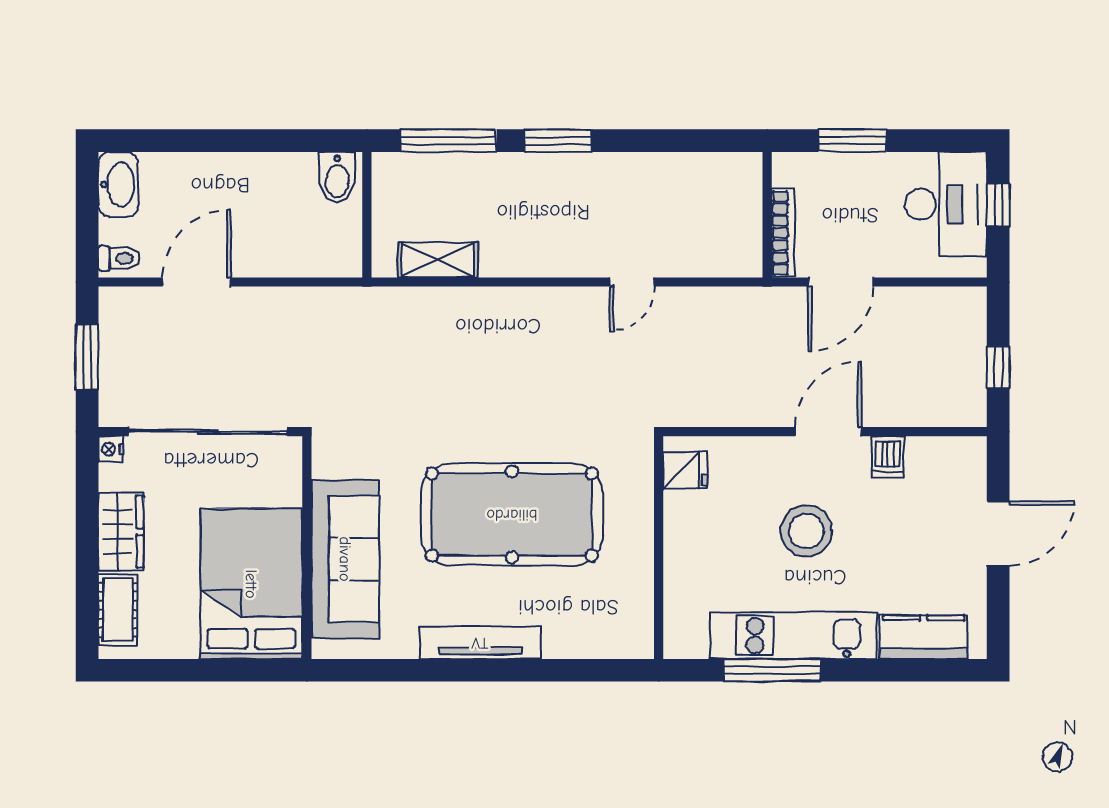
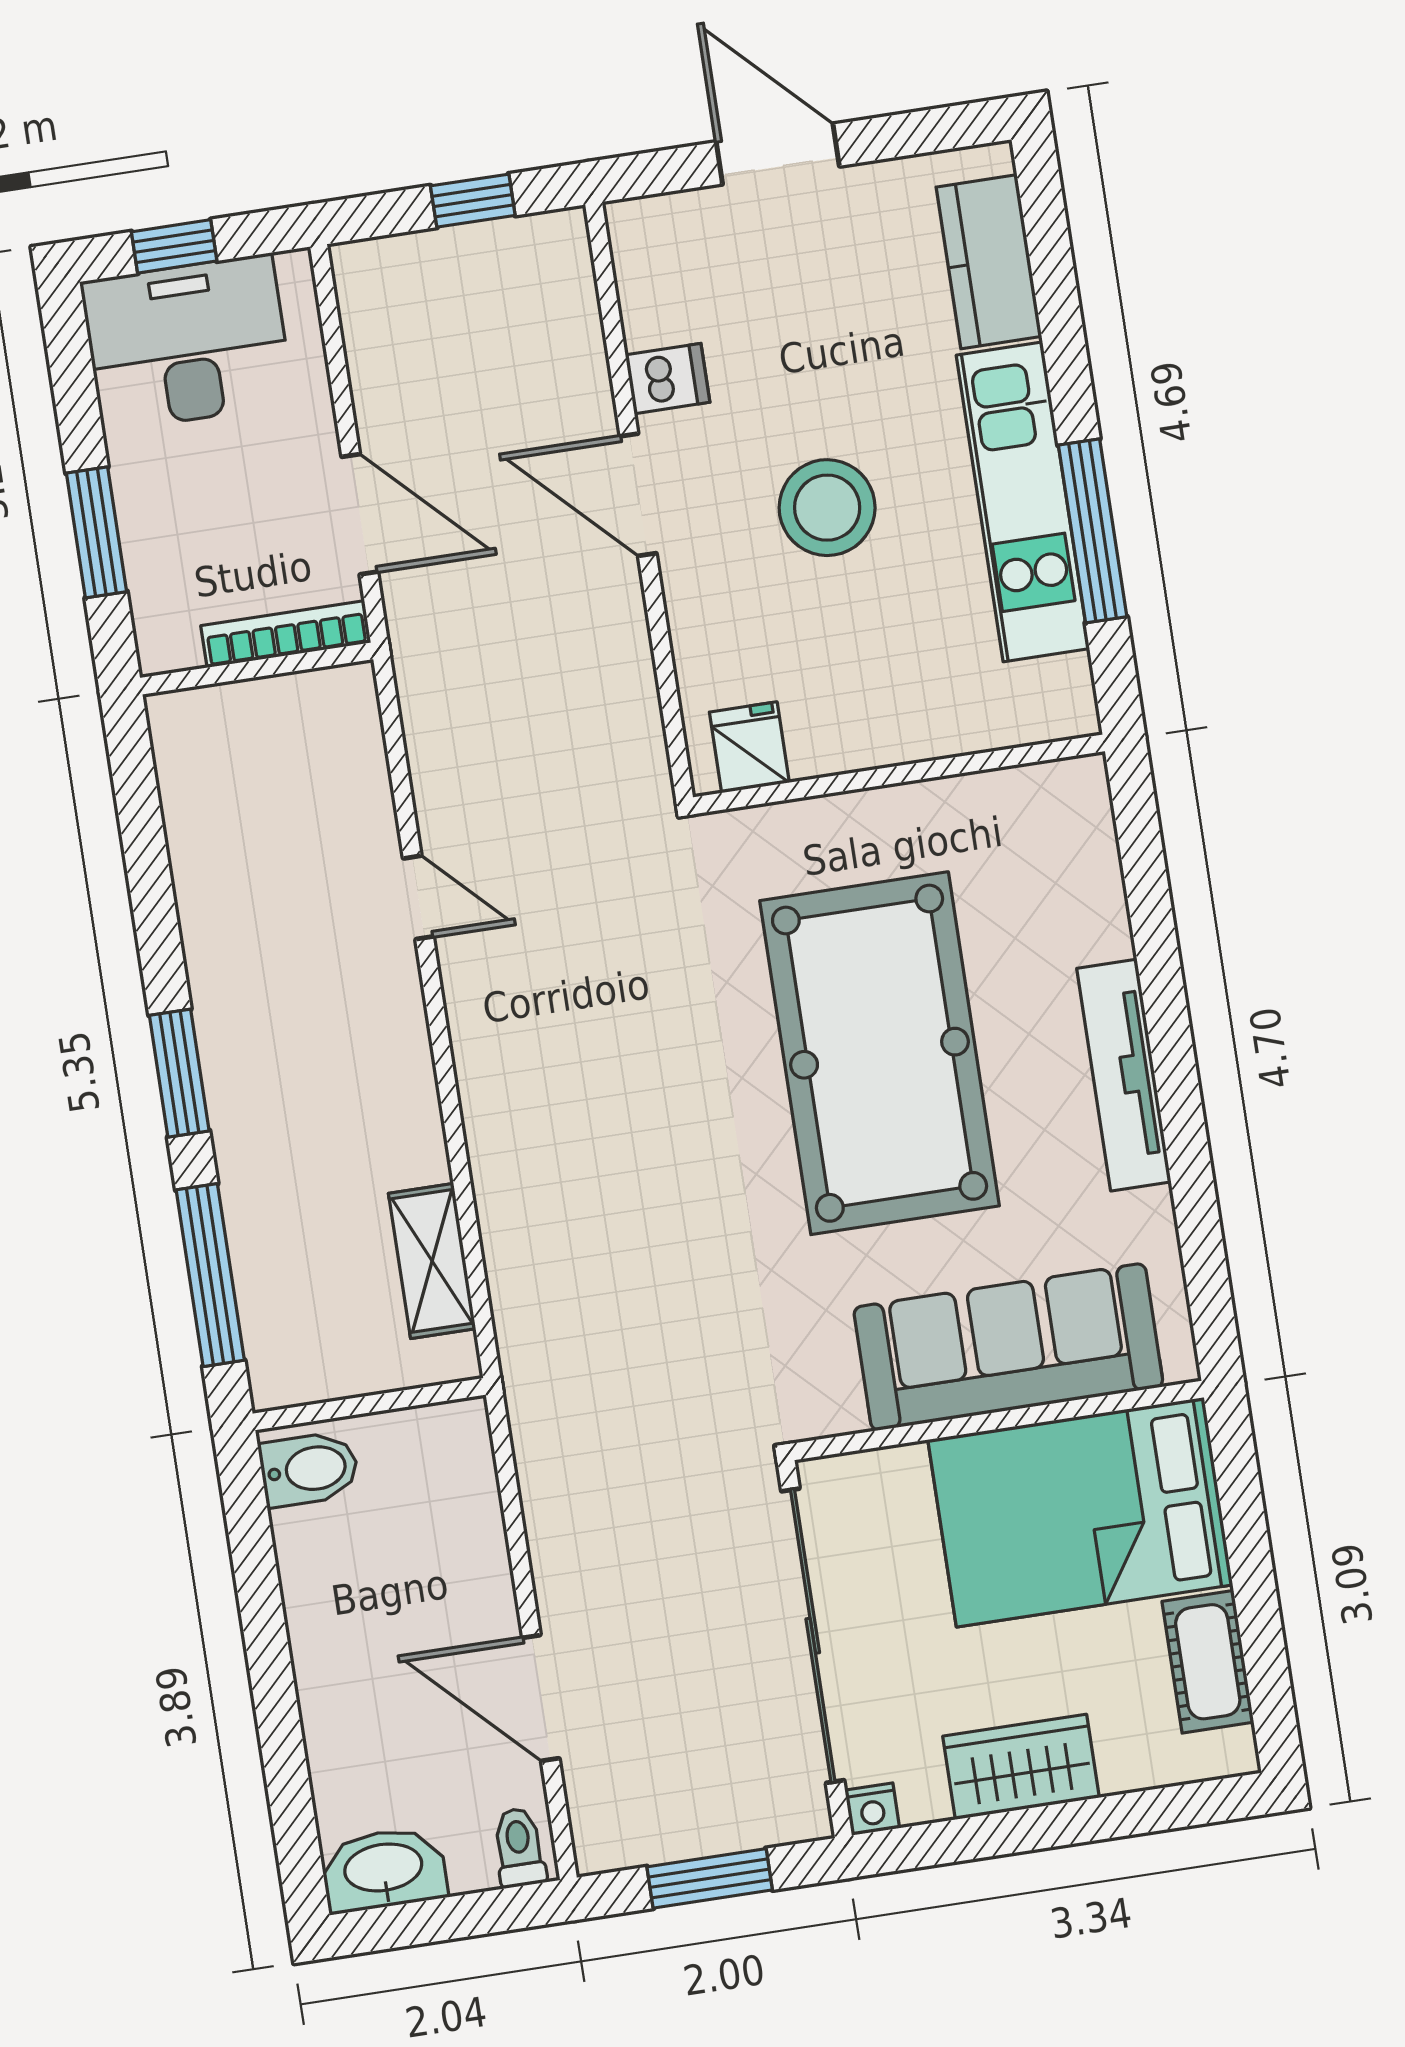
cot: (118, 610) -> (1208, 1662), moved, turned 90

